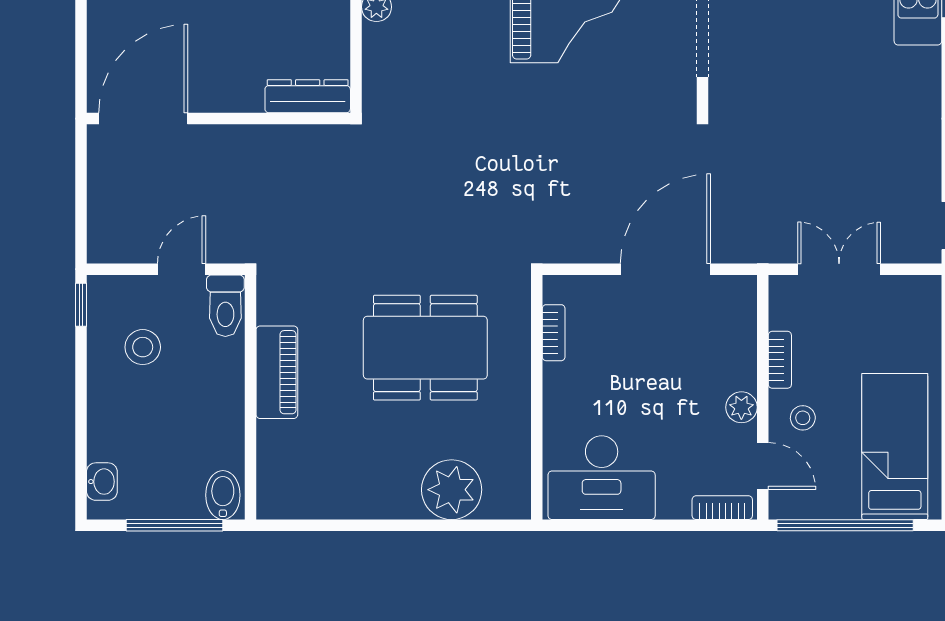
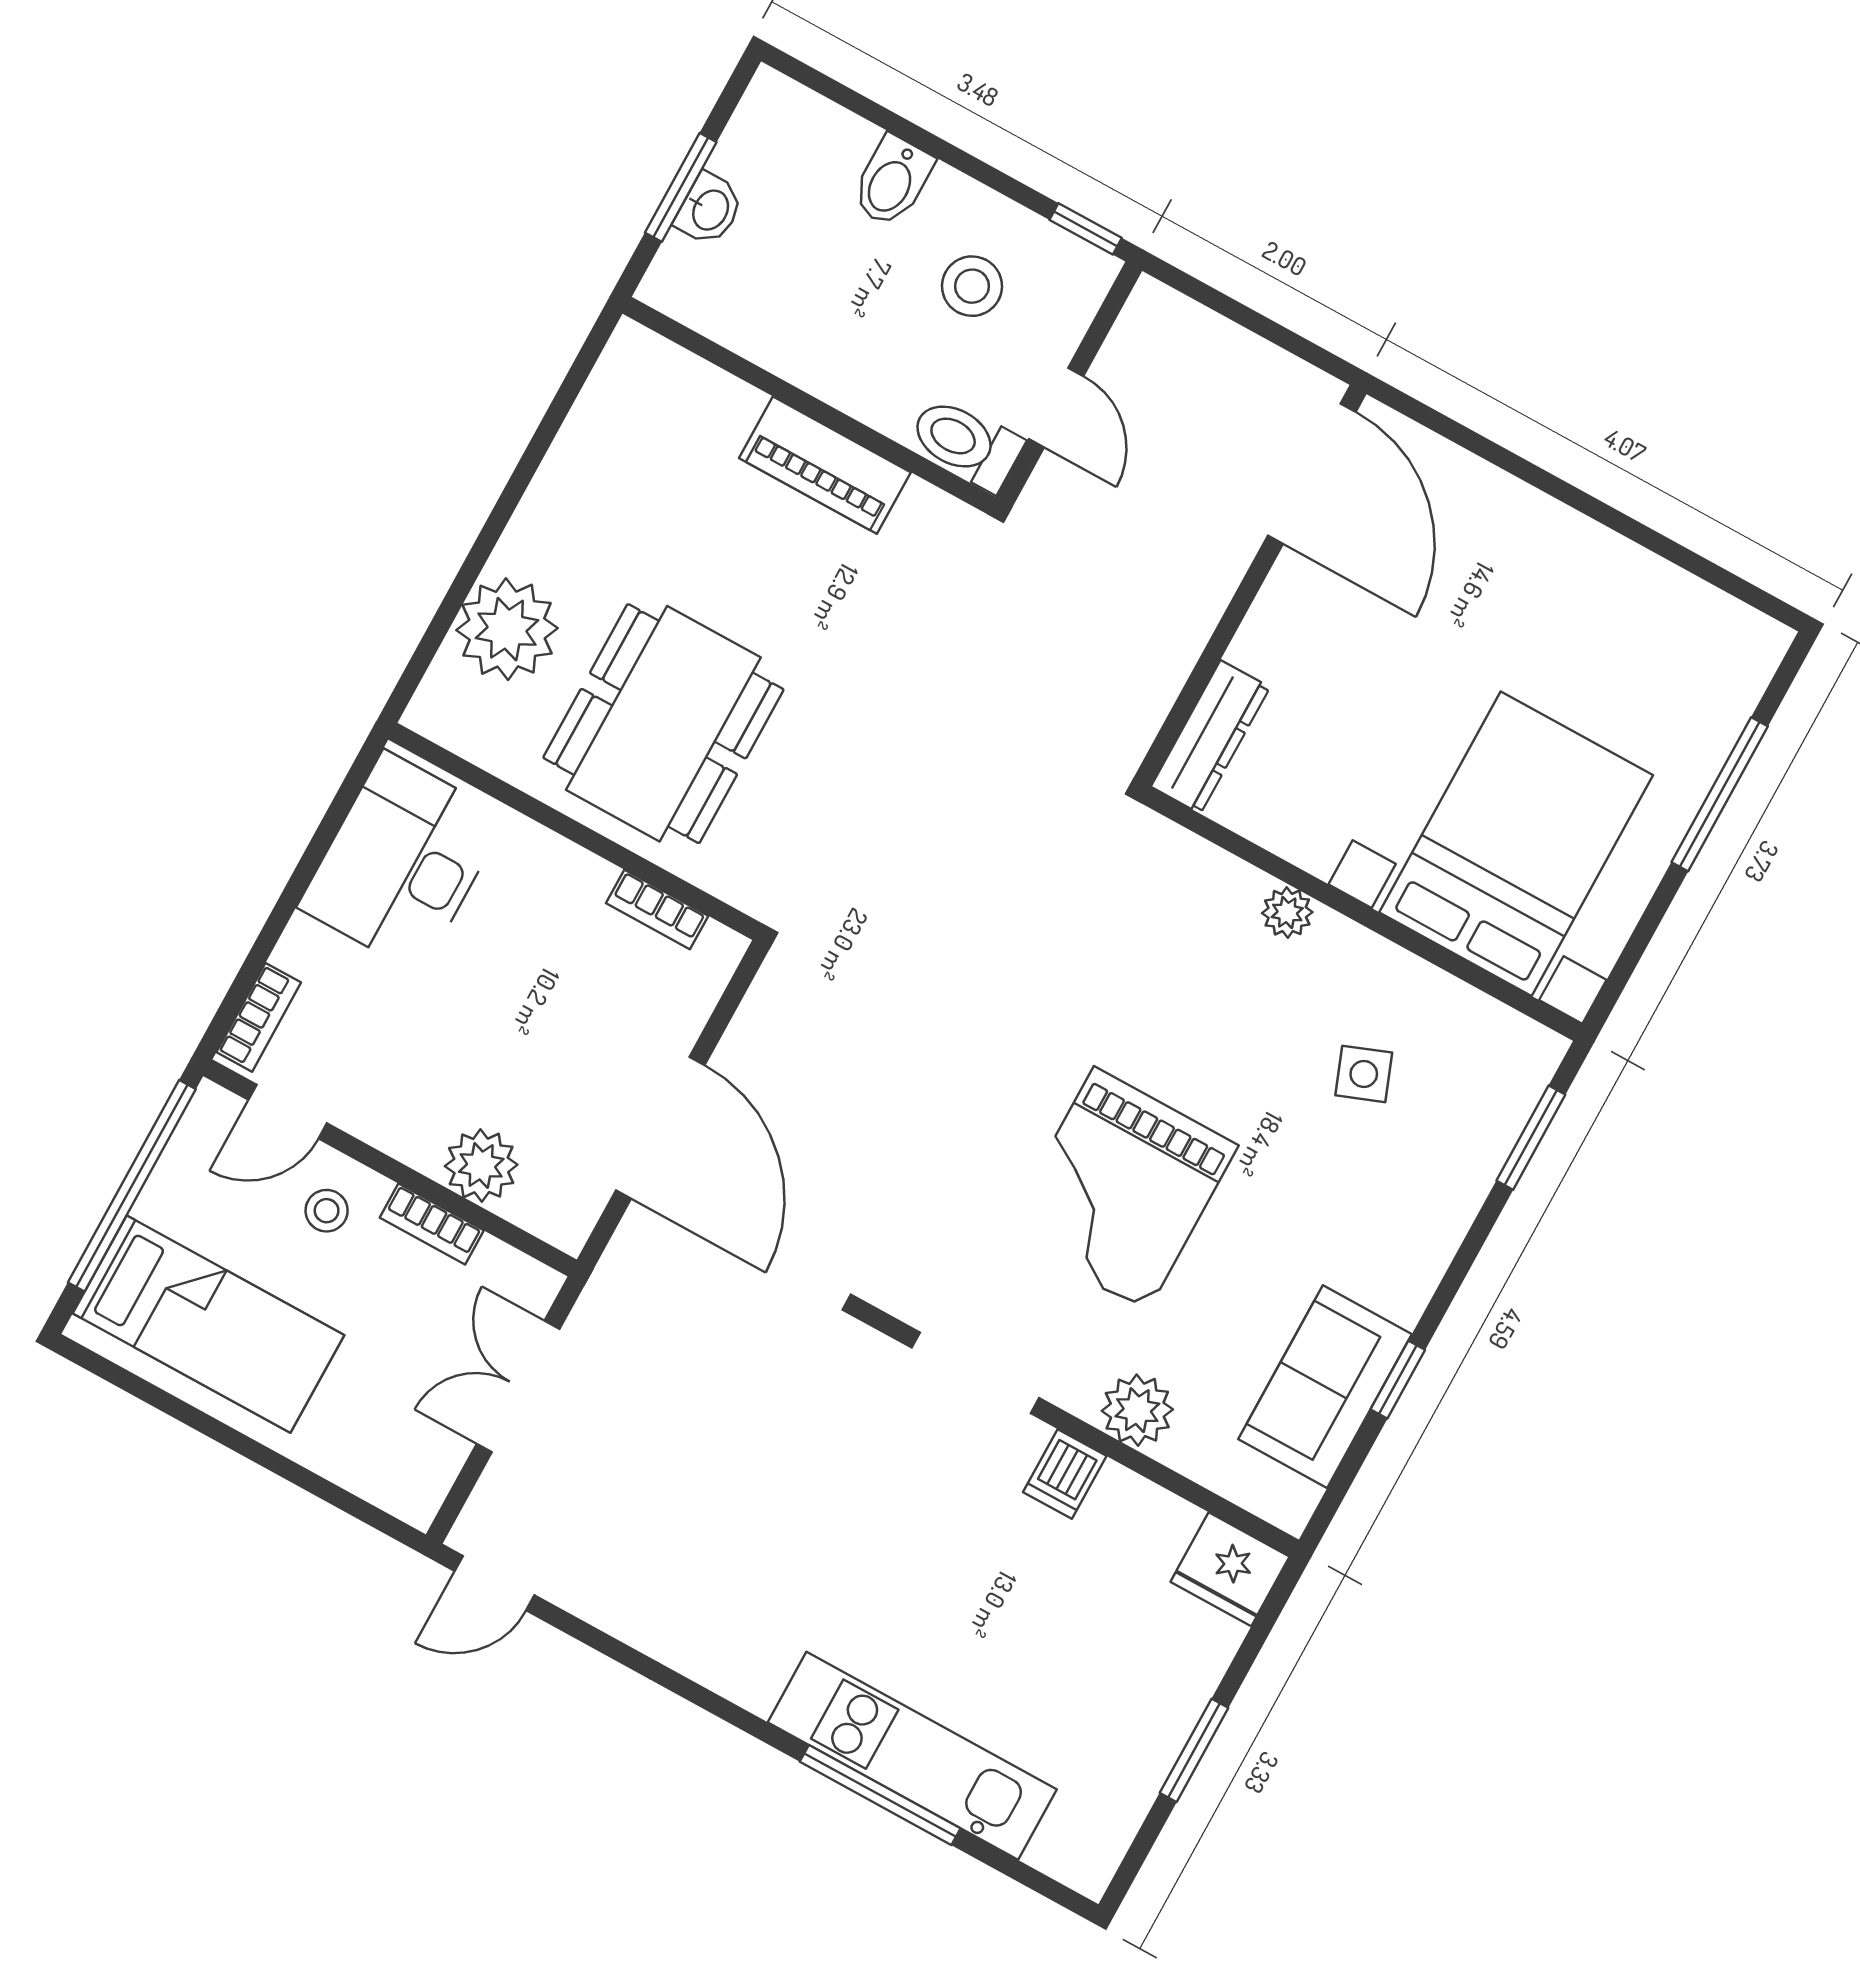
double door: (839, 269) -> (518, 1386), swing flipped
dining table: (425, 348) -> (663, 724), moved
plant: (741, 407) -> (481, 1165), moved, width x1.38, depth x1.38
washbasin: (102, 482) -> (709, 209), moved, turned -90
bidet: (223, 495) -> (892, 181), moved, turned 90
window: (174, 525) -> (681, 187), width x0.69

